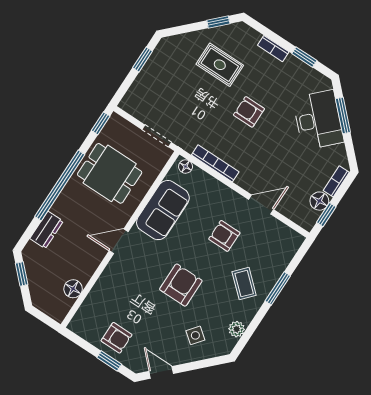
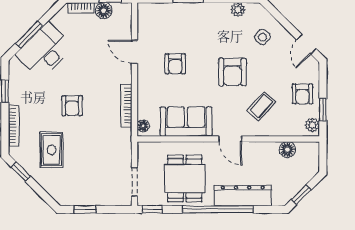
bookcase: (273, 49) -> (14, 126), width x1.56
doorway: (157, 136) -> (134, 182), moved
dresser: (47, 230) -> (243, 196), width x1.96, depth x1.24
coffee table: (244, 284) -> (261, 106), moved
armchair: (181, 285) -> (232, 72), turned -90
plant: (81, 328) -> (312, 125), added
armchair: (116, 338) -> (302, 94), turned 180
window: (109, 361) -> (323, 110), moved

